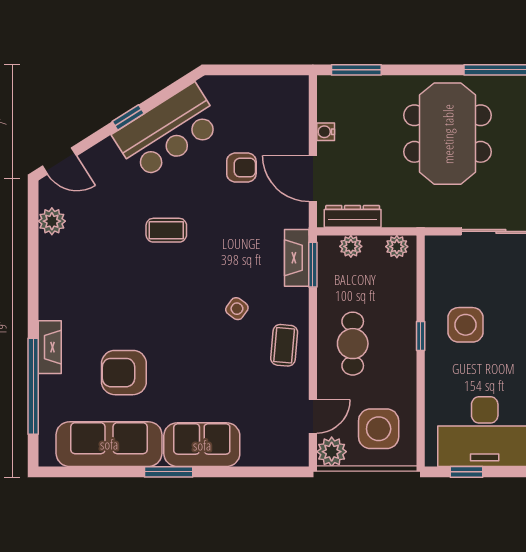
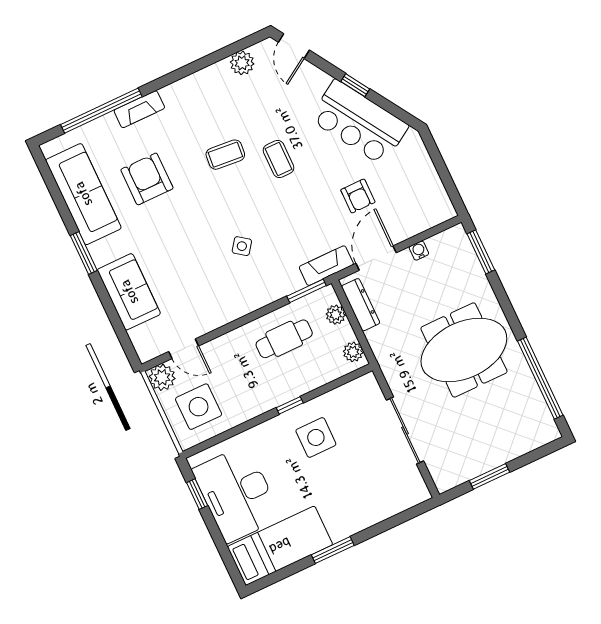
fireplace: (297, 258) -> (326, 266), moved
cafe table: (353, 344) -> (284, 339), moved
coffee table: (284, 345) -> (225, 155), moved
sofa: (202, 445) -> (129, 292), moved

